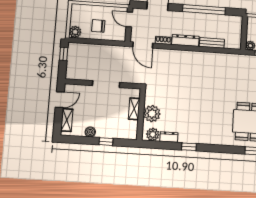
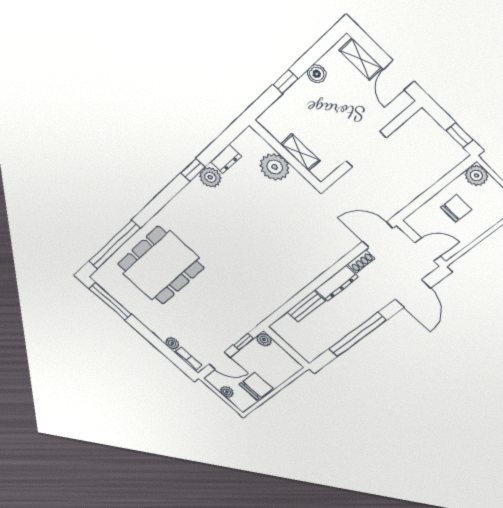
plant: (153, 134) -> (210, 177), moved

